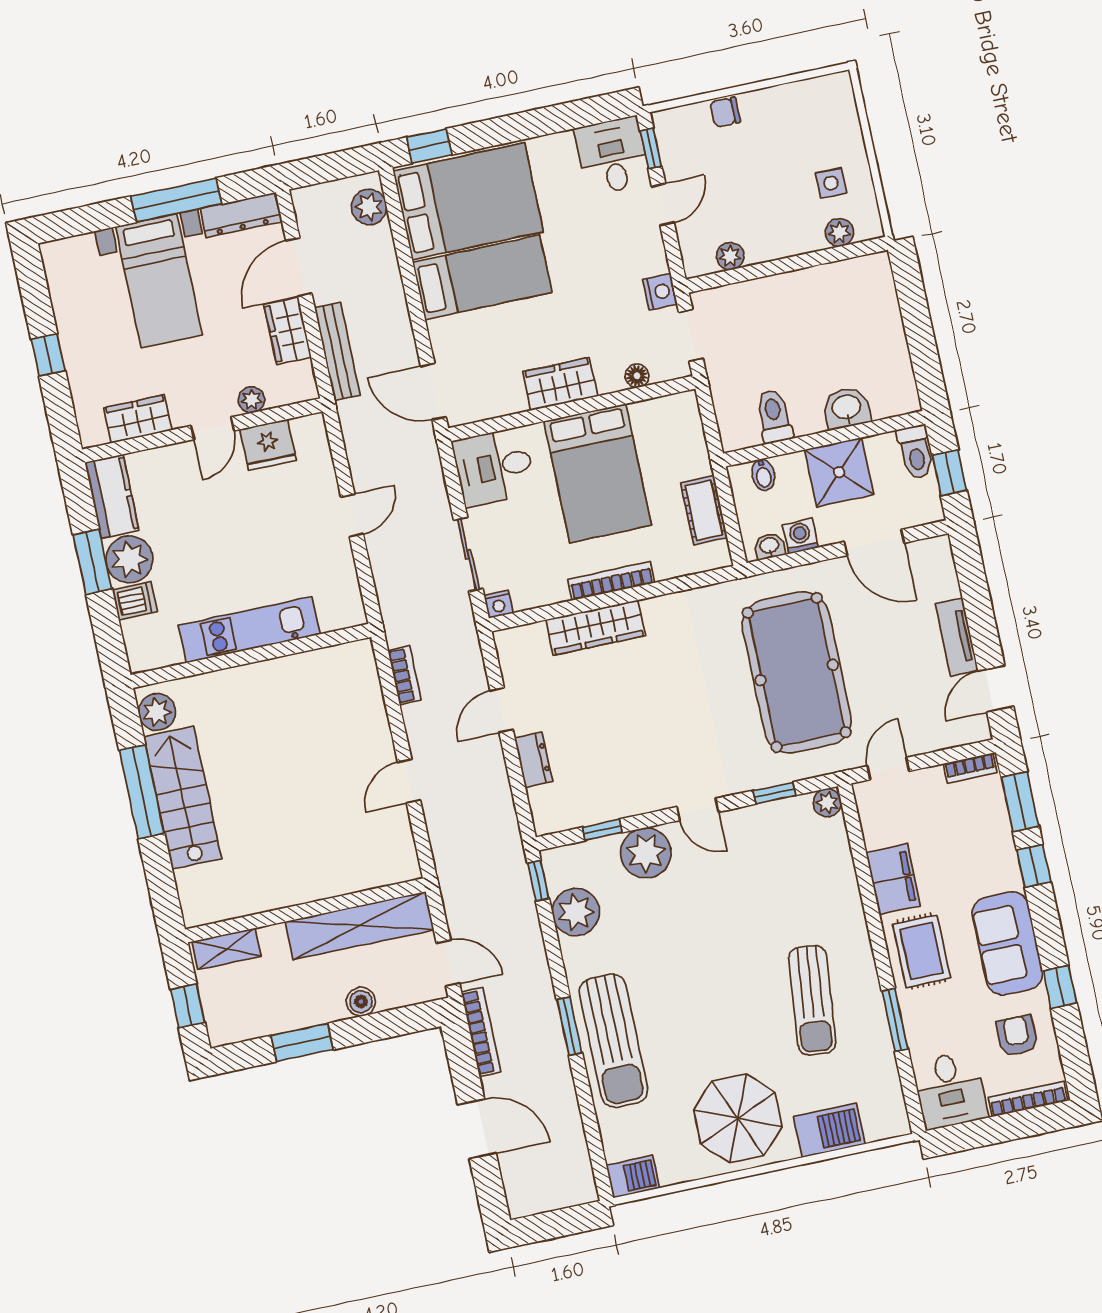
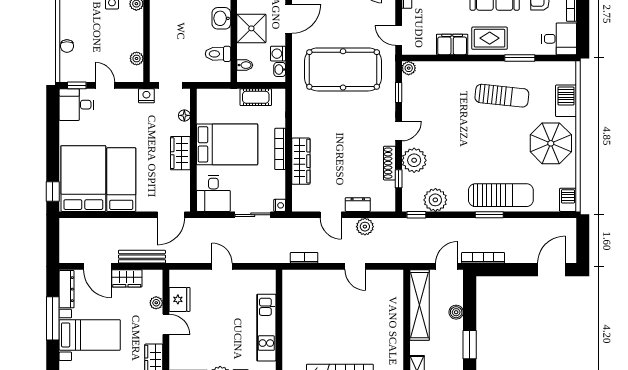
plant: (369, 207) -> (365, 227), moved
shoe rack: (630, 805) -> (390, 163), added
door: (477, 1129) -> (551, 270), moved

